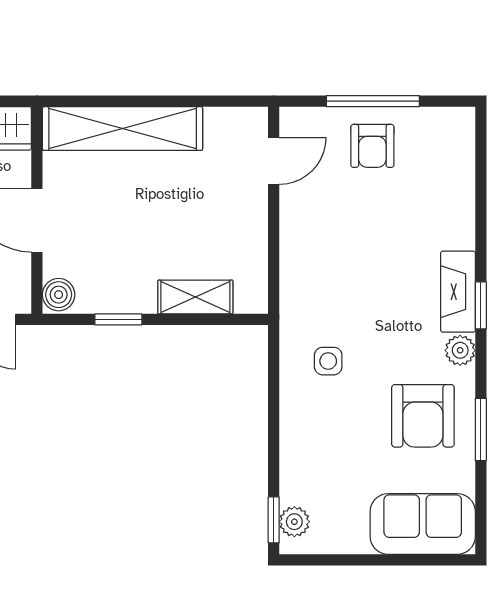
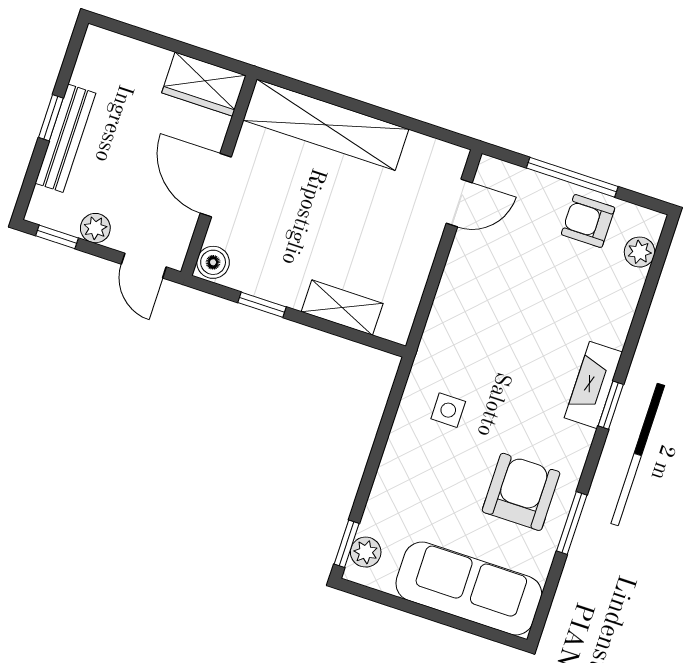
armchair: (372, 146) -> (588, 221), moved, turned 90
plant: (460, 350) -> (640, 252), moved
armchair: (423, 416) -> (521, 492), turned 180
sofa: (423, 524) -> (469, 589), width x1.36

